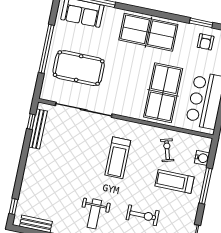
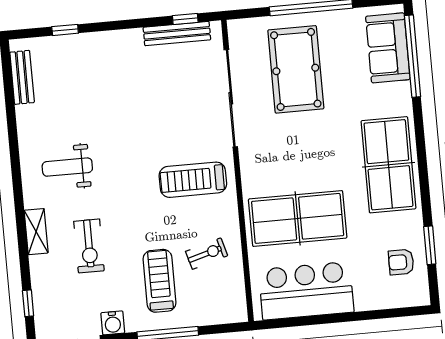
treadmill: (118, 158) -> (193, 180), moved
water cooler: (202, 158) -> (113, 323), moved
window: (13, 206) -> (65, 30), moved

